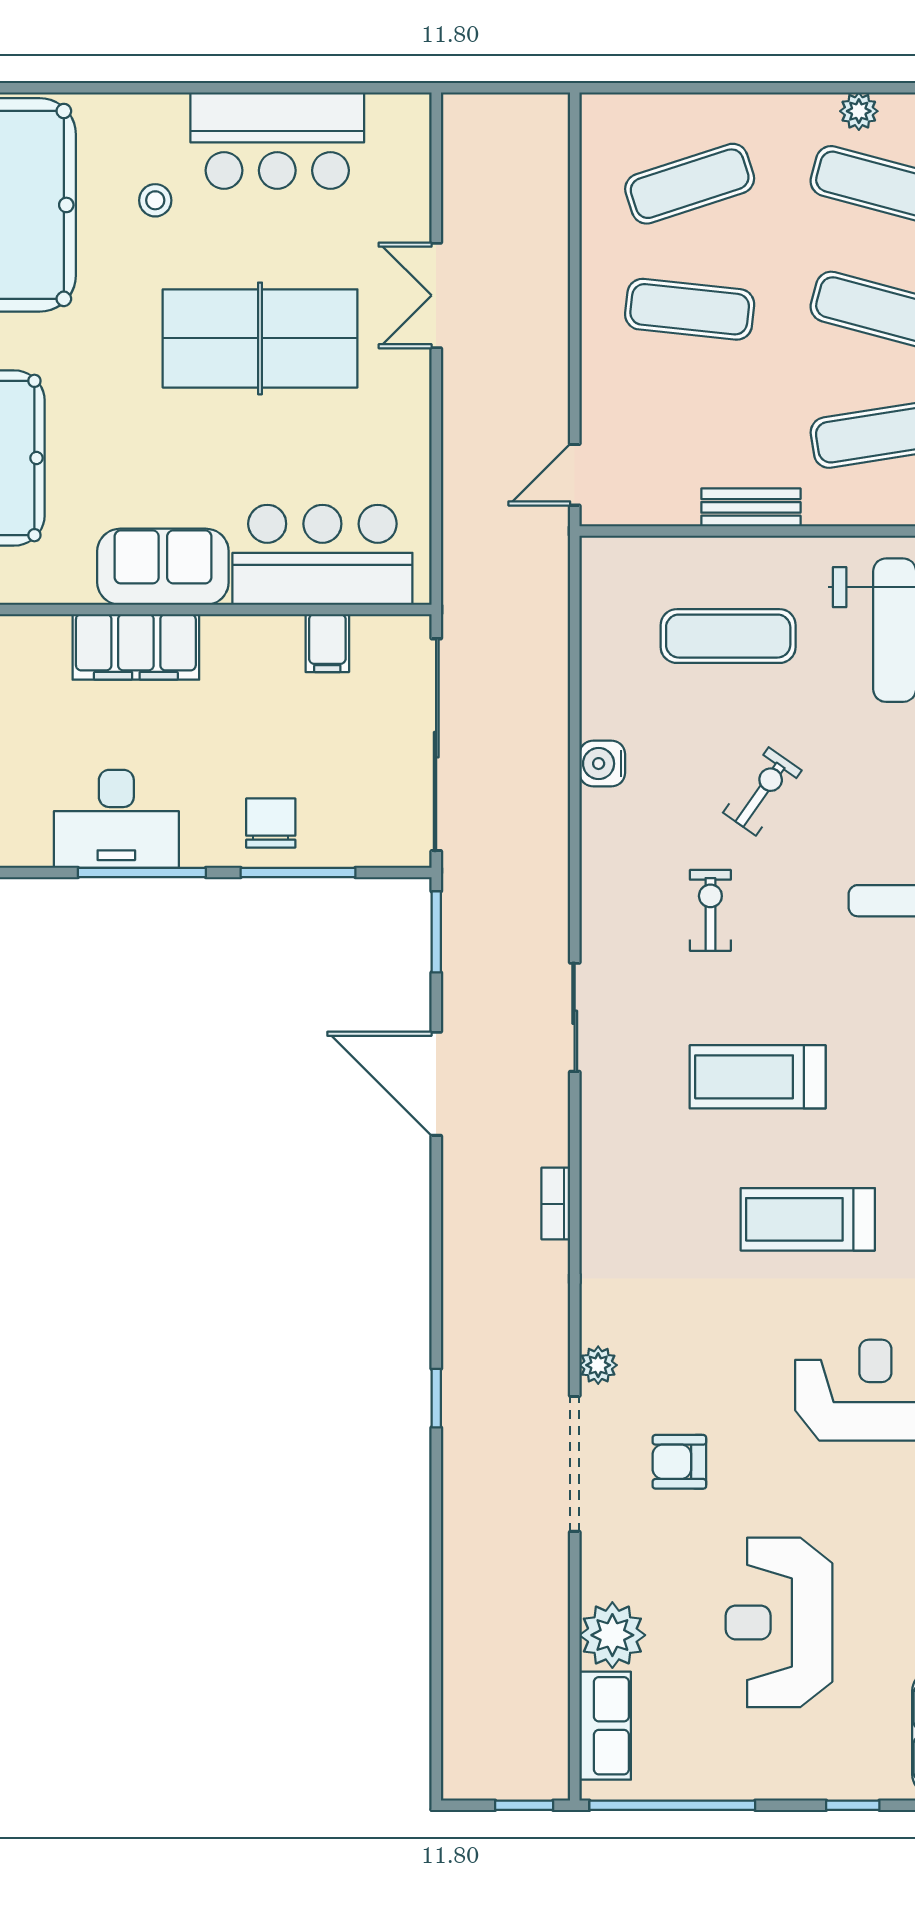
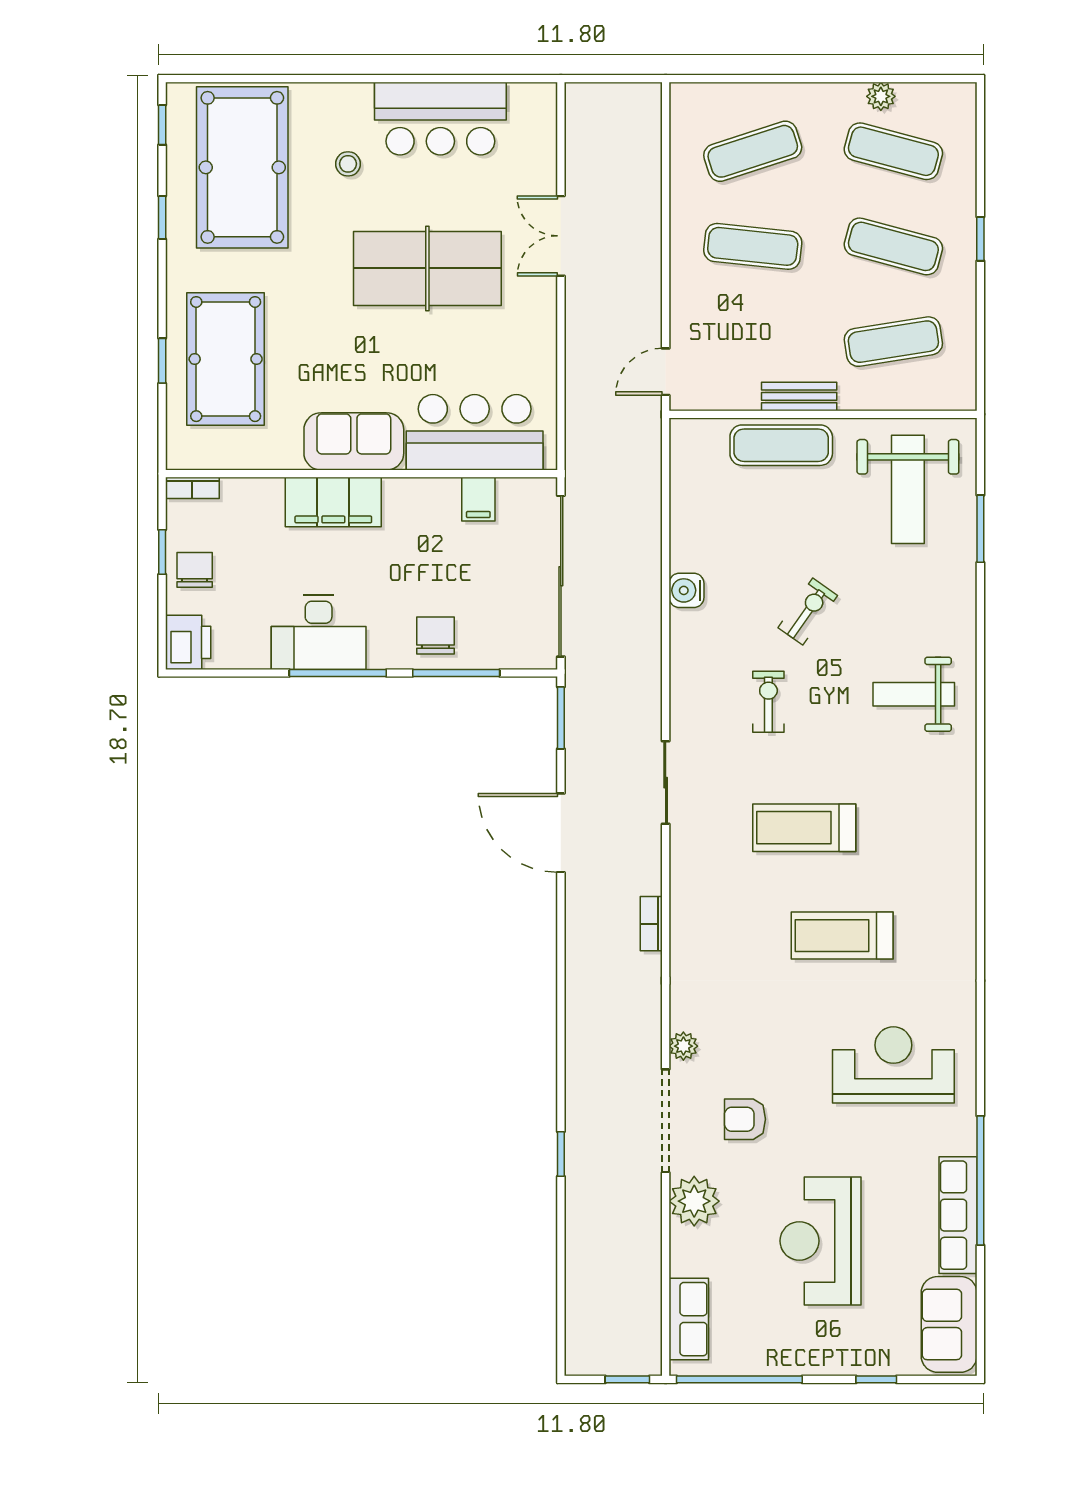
exercise mat: (728, 636) -> (781, 445), moved
window: (436, 1398) -> (561, 1154), moved
plant: (612, 1635) -> (694, 1201), moved

